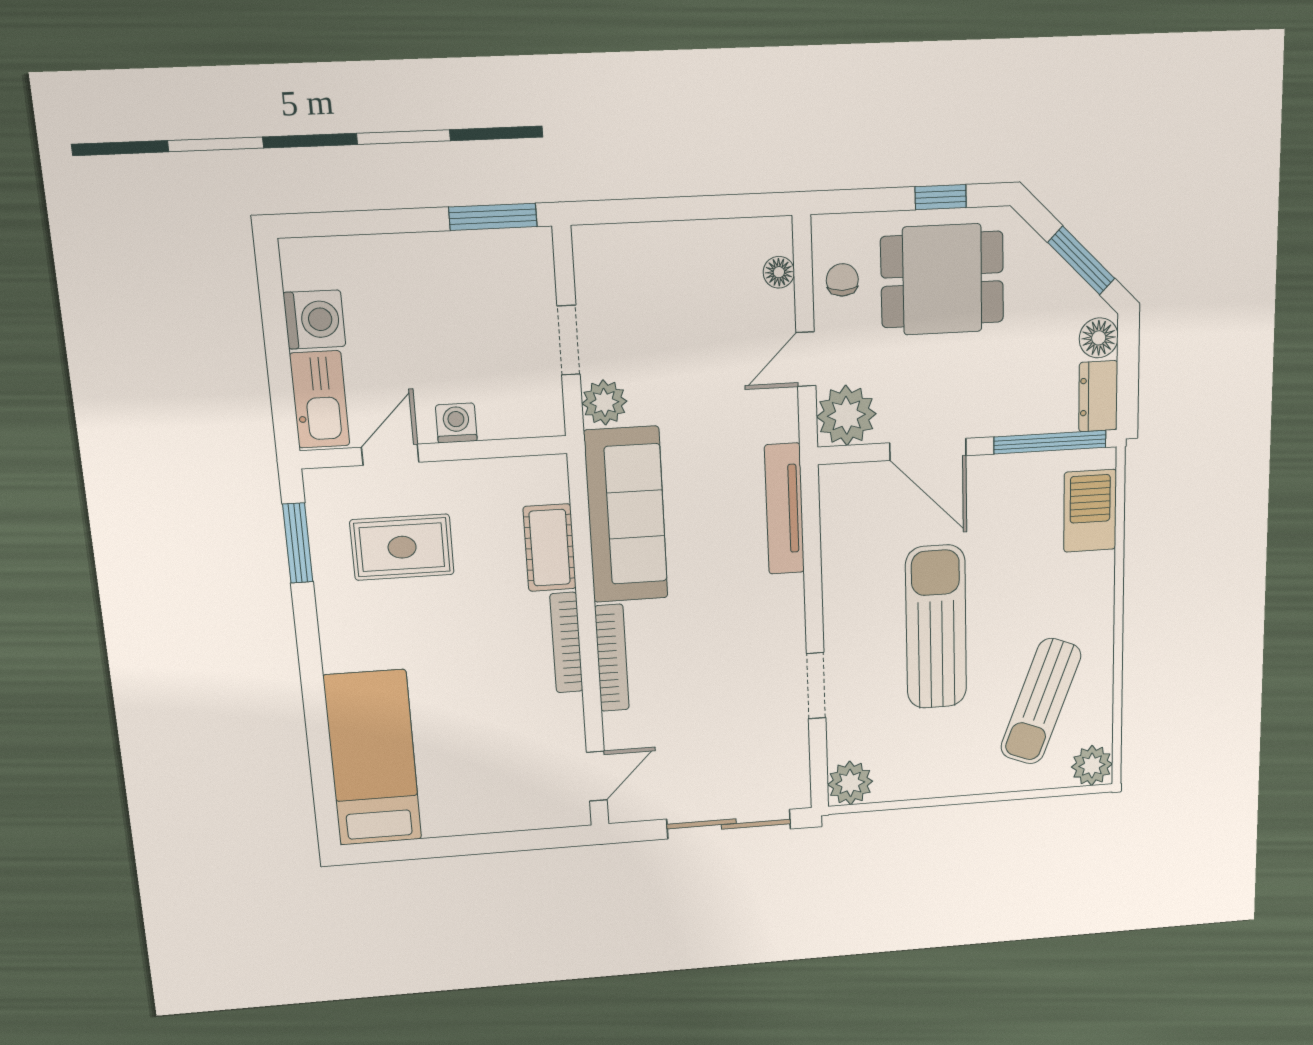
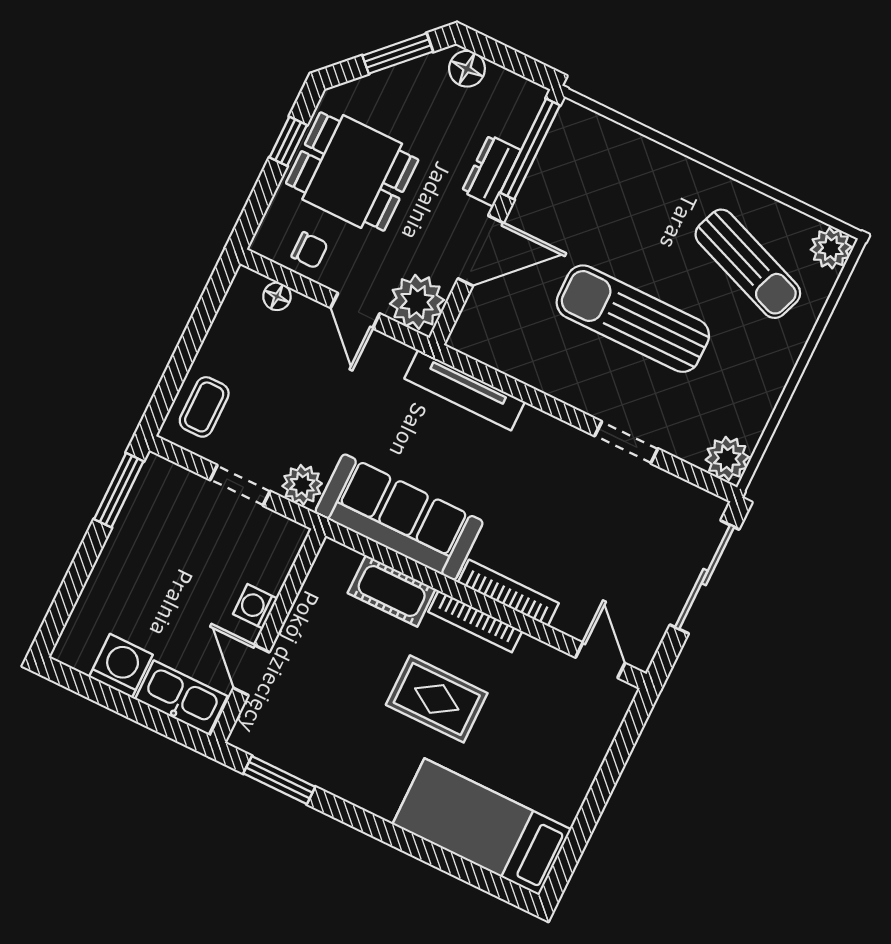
coffee table: (627, 259) -> (204, 407), added
dining table: (942, 279) -> (352, 172), turned 90
chair: (842, 280) -> (310, 250), turned 180
dresser: (1098, 396) -> (491, 171), moved, turned 90
barbecue: (1090, 511) -> (606, 144), removed
rug: (402, 547) -> (437, 699), moved, turned 90

